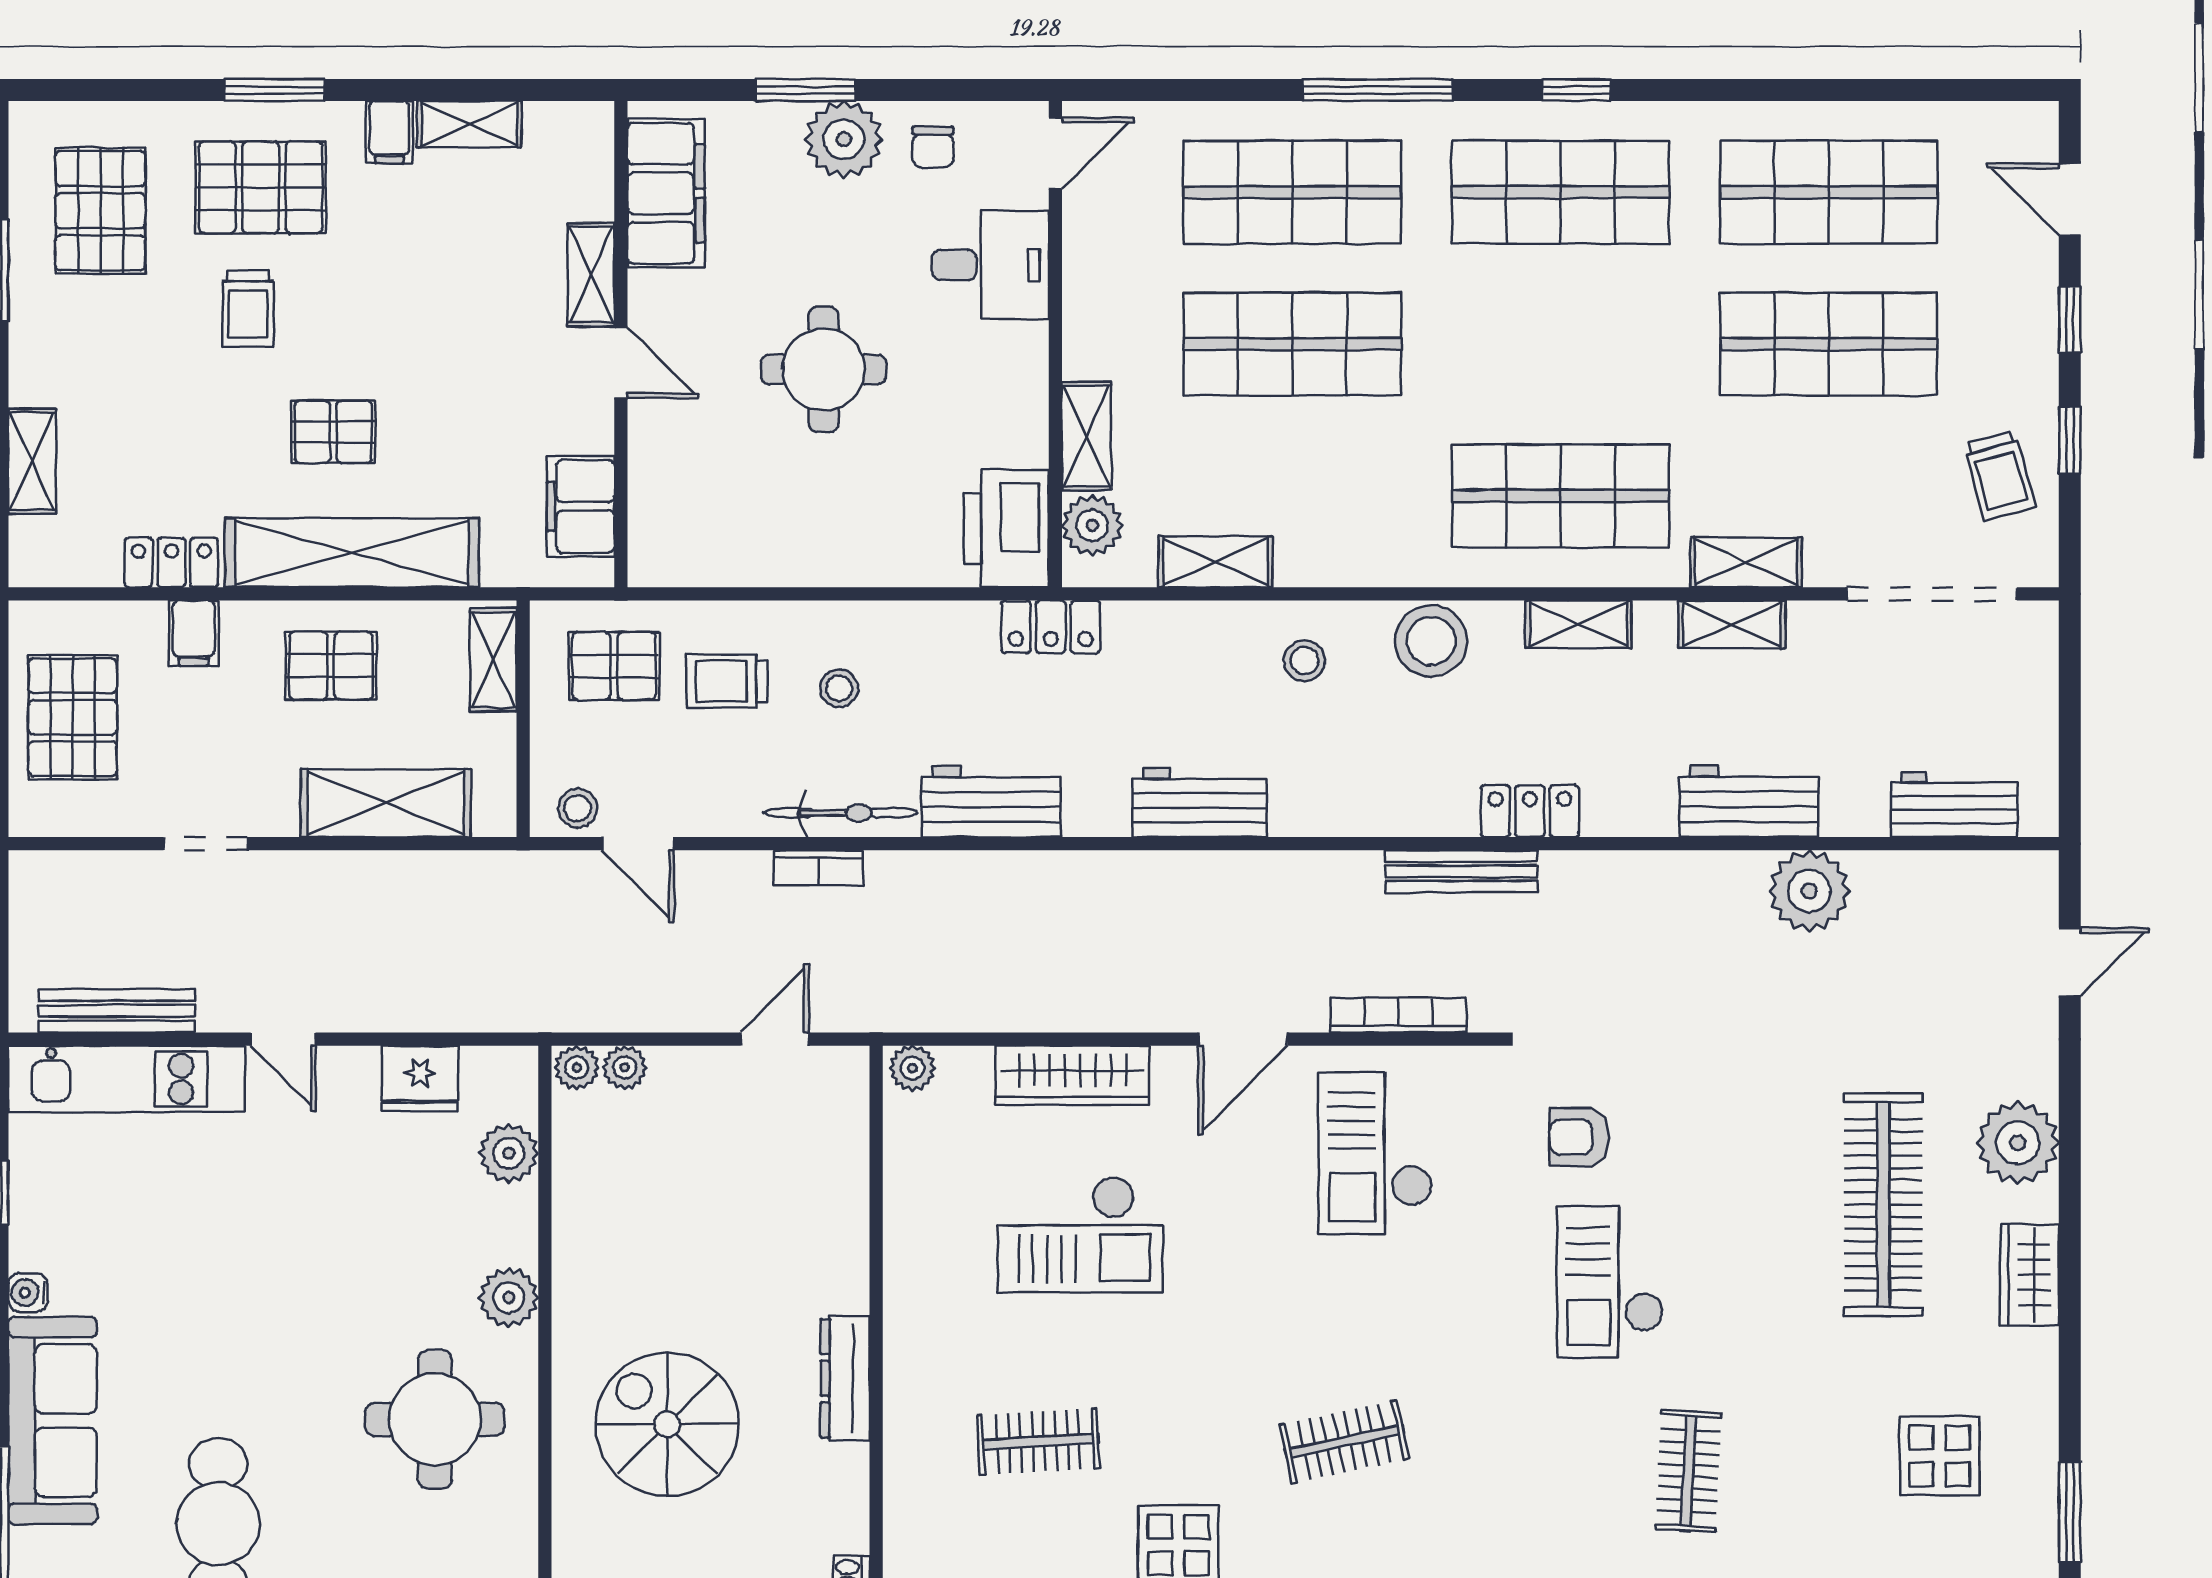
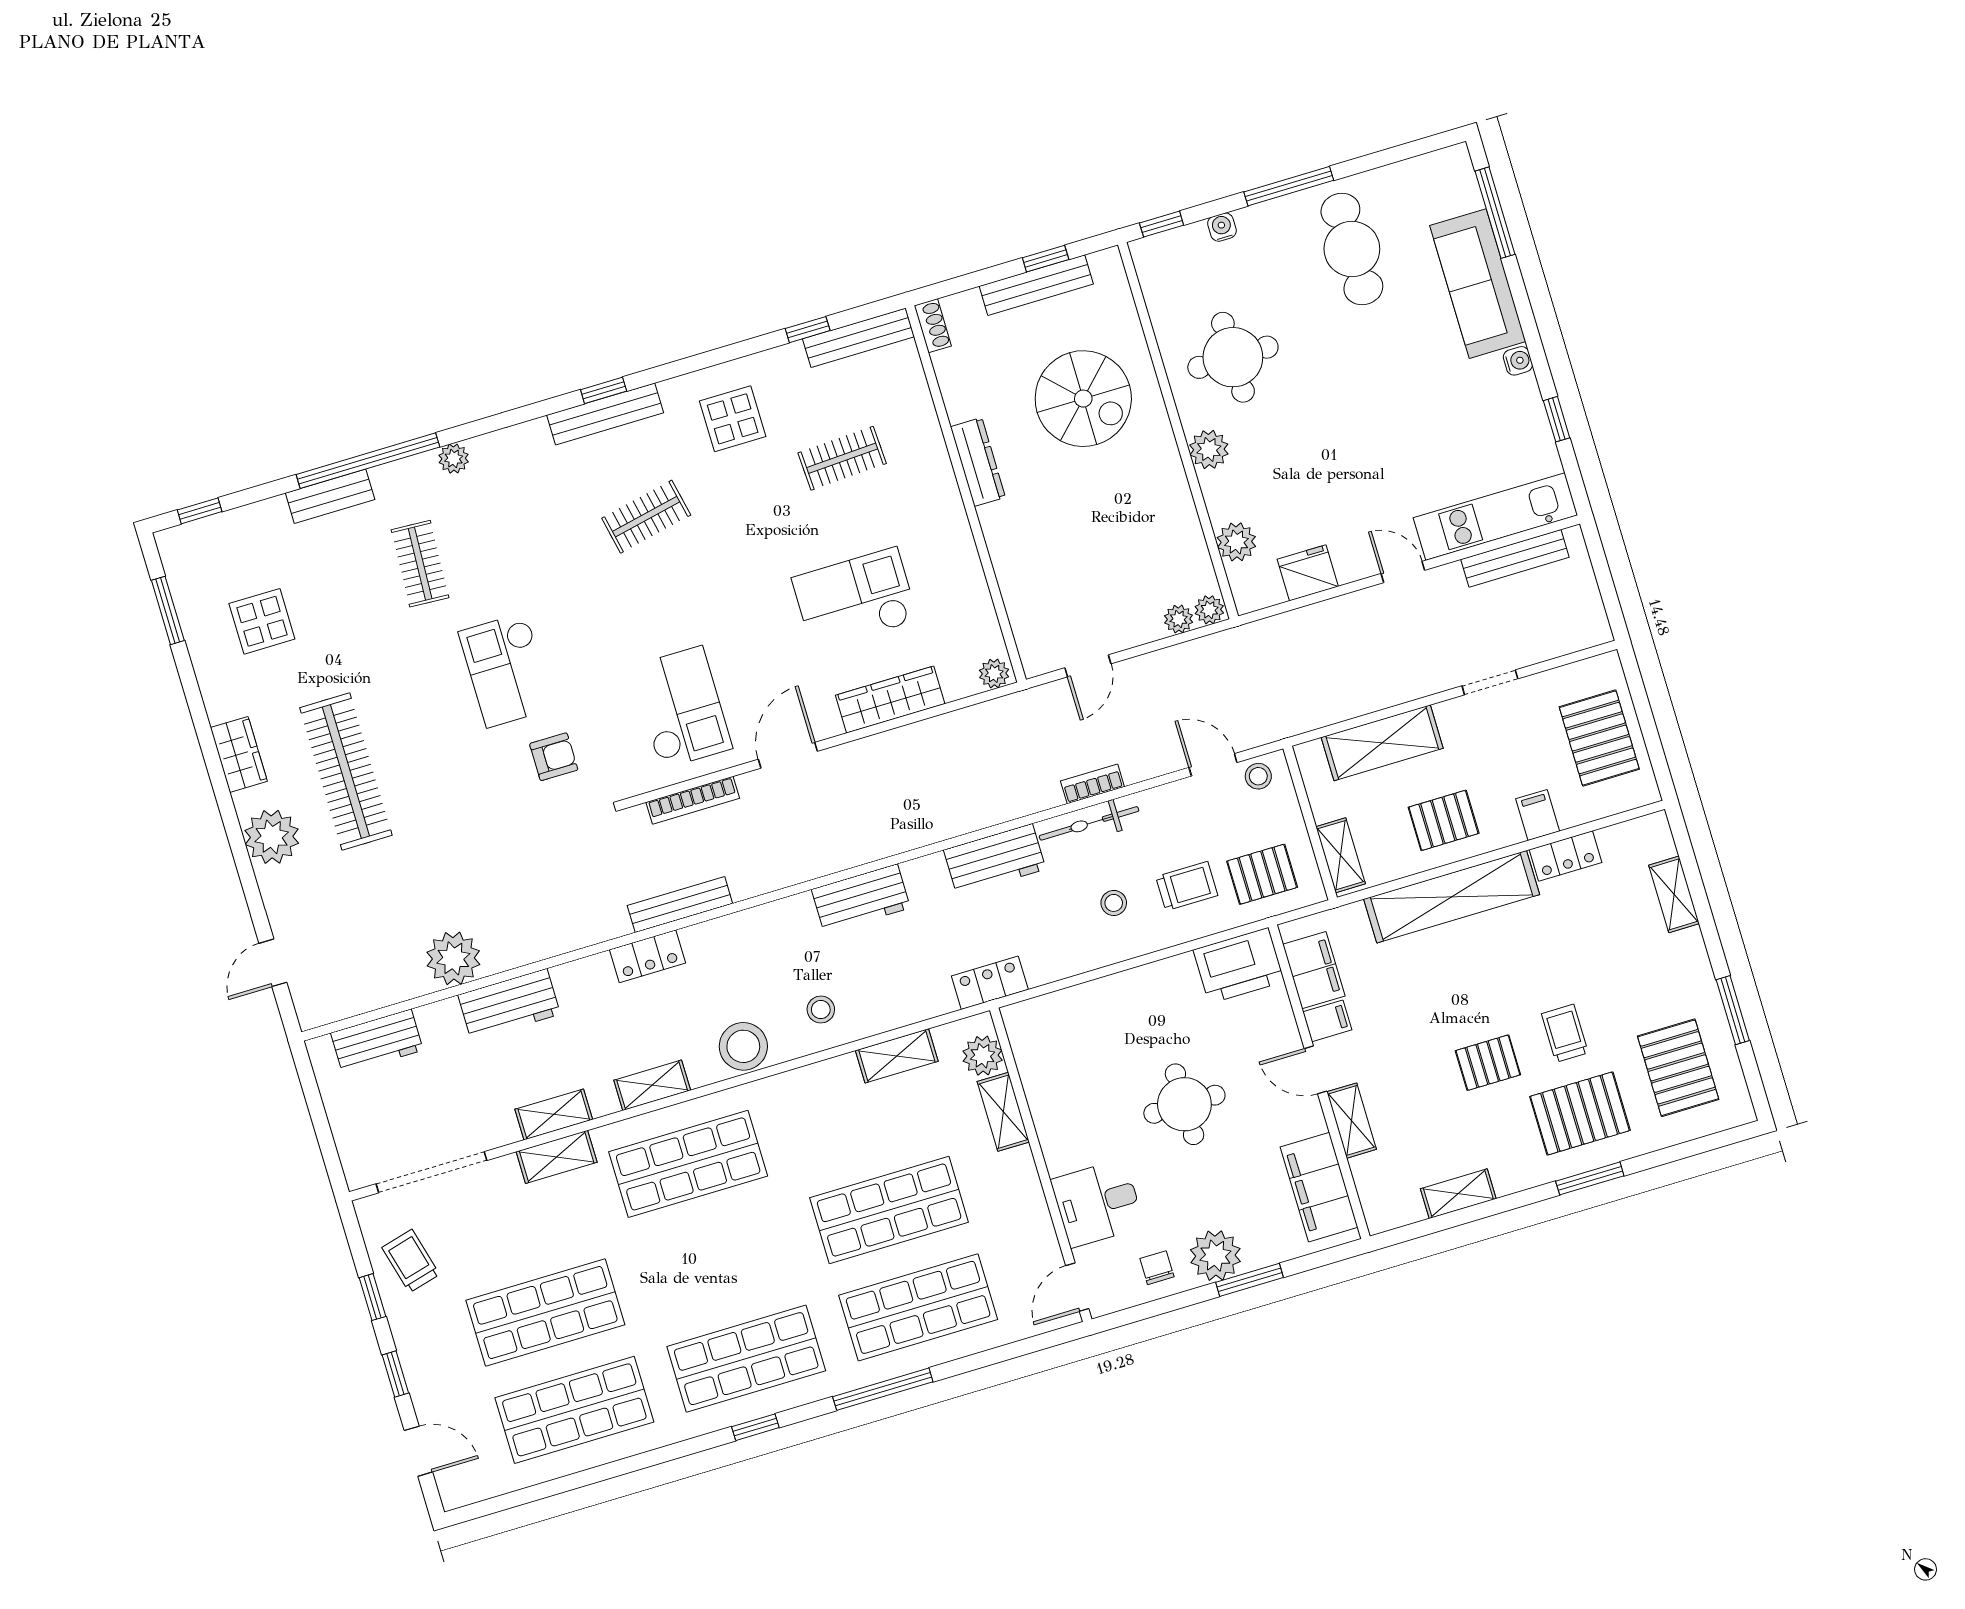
filing cabinet: (389, 132) -> (1327, 1021), moved, turned 90
pallet: (333, 432) -> (1488, 1063), moved
printer: (1006, 528) -> (1239, 966), moved, turned 90
checkout: (1610, 1282) -> (506, 670), turned 180

